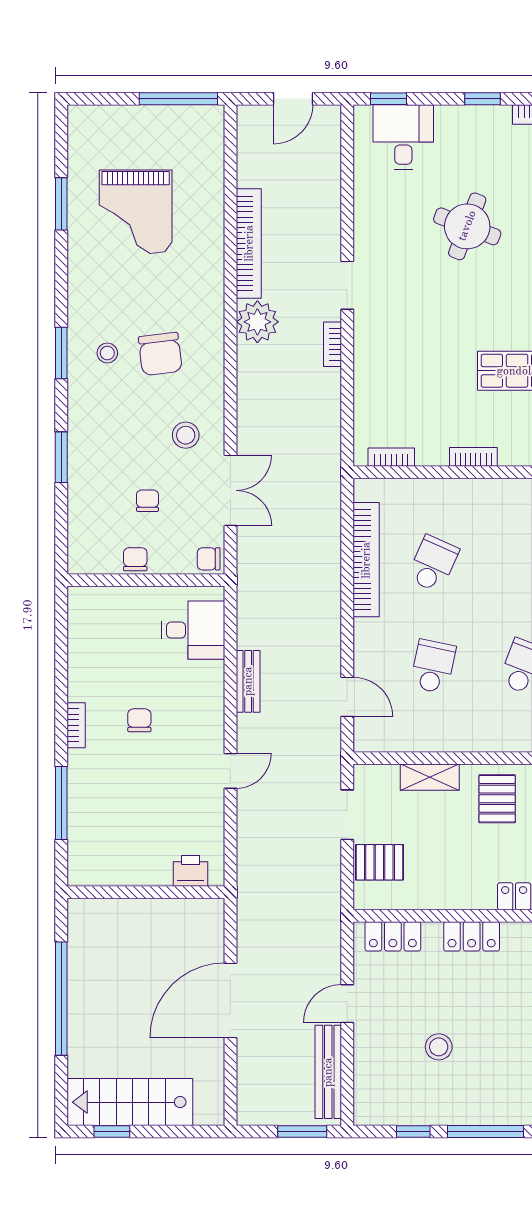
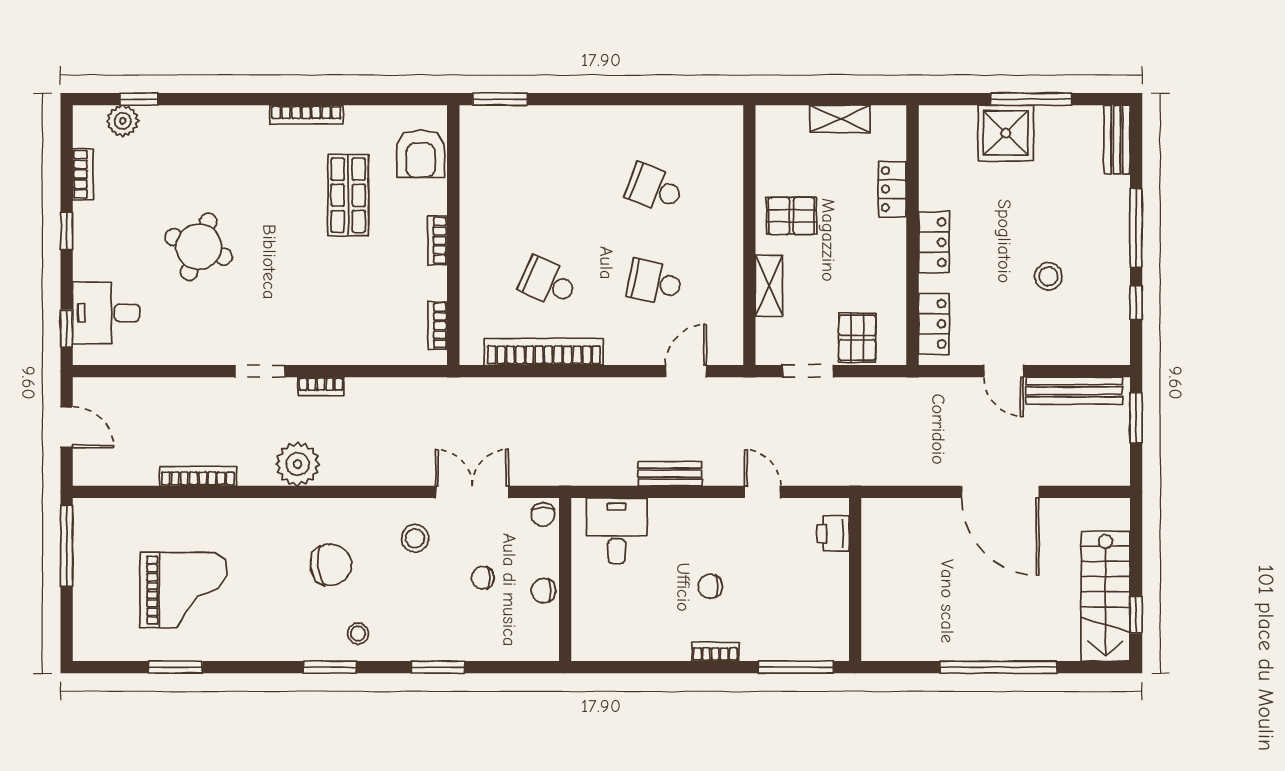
bookcase: (249, 243) -> (198, 476), width x0.68, depth x0.76
stool: (107, 353) -> (358, 634), moved
printer: (190, 871) -> (833, 533), moved
wall: (146, 892) -> (855, 580), moved

